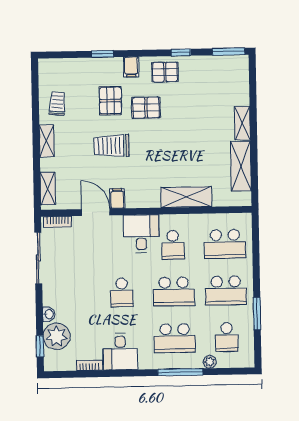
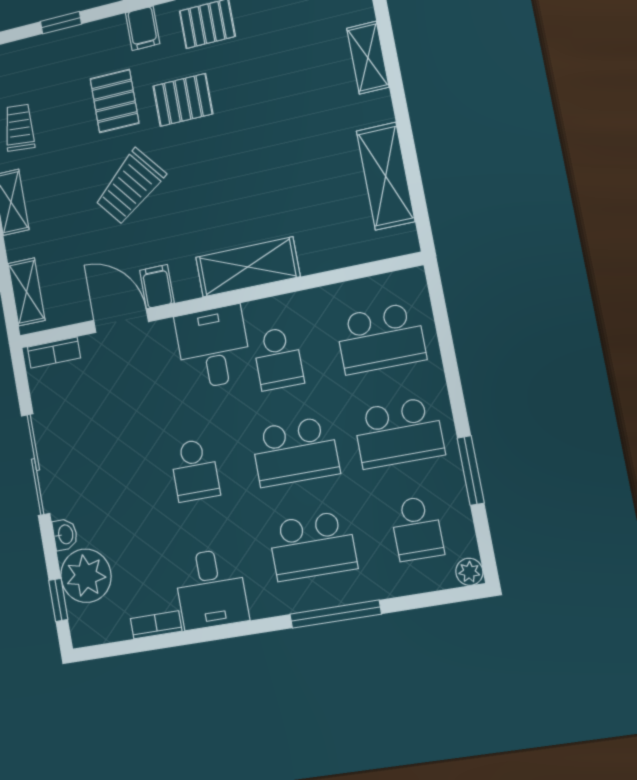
window: (102, 54) -> (61, 23), moved
shelving: (242, 123) -> (368, 58), moved
trolley: (111, 146) -> (130, 187), turned -39
shelving: (186, 197) -> (248, 267), moved
sliding door: (38, 258) -> (36, 465), moved
plant: (210, 362) -> (469, 572), moved

